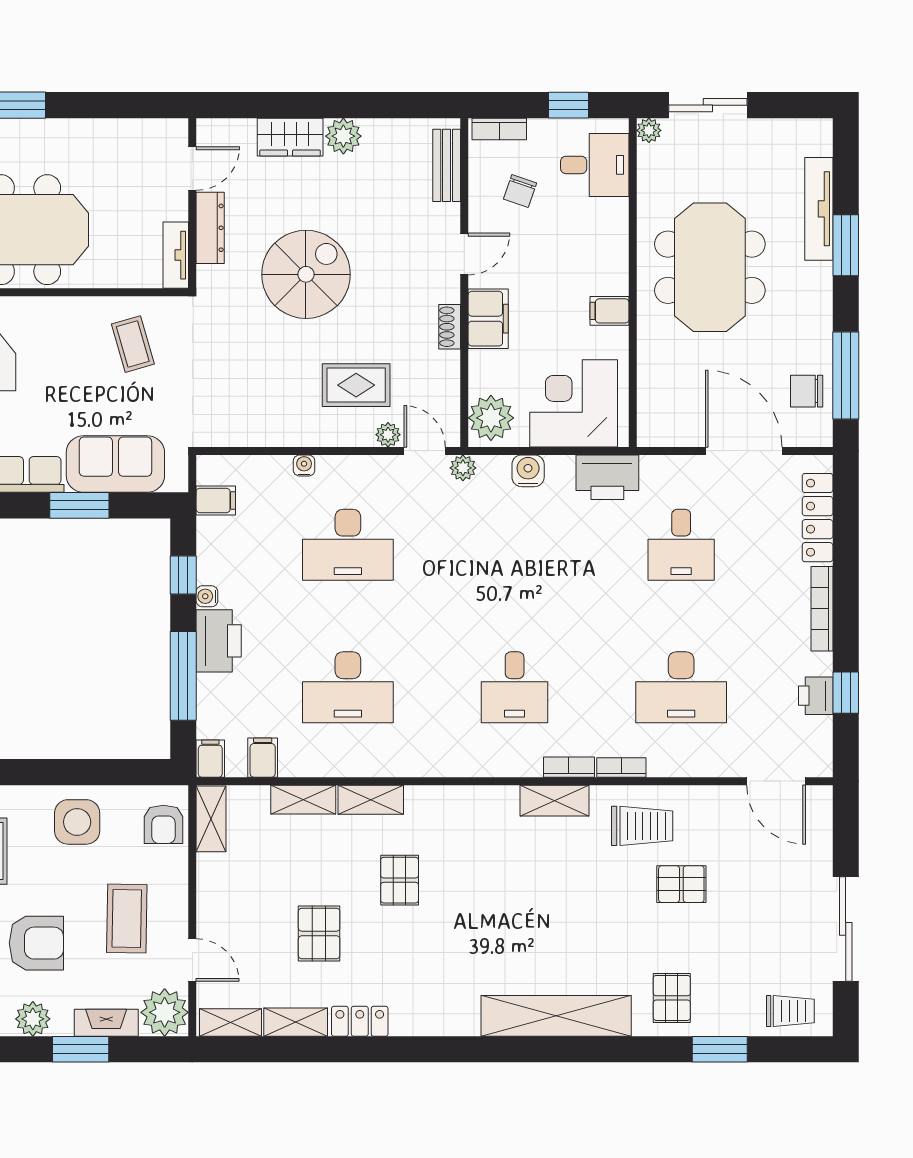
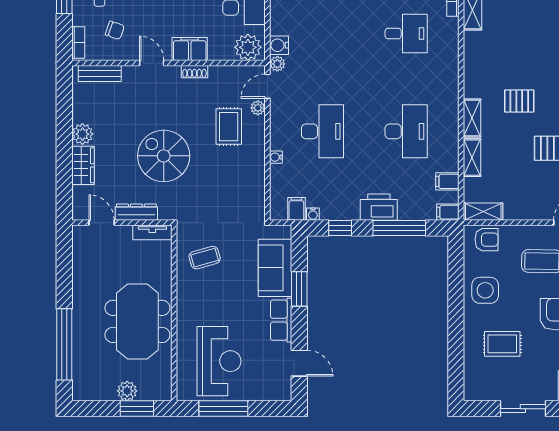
water cooler: (528, 471) -> (279, 45), moved
water cooler: (207, 596) -> (313, 214), moved

